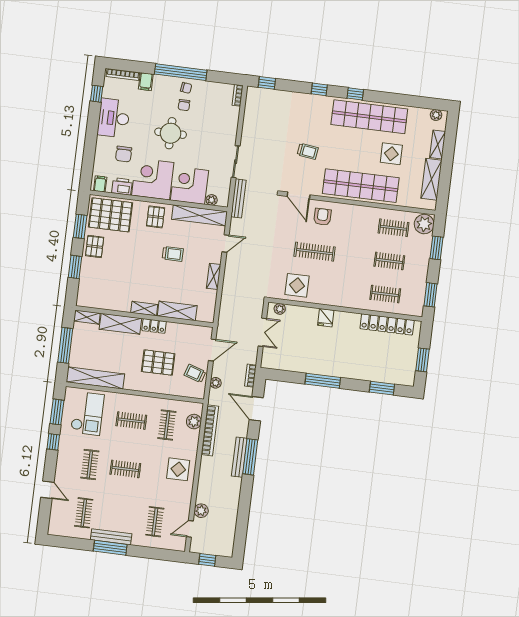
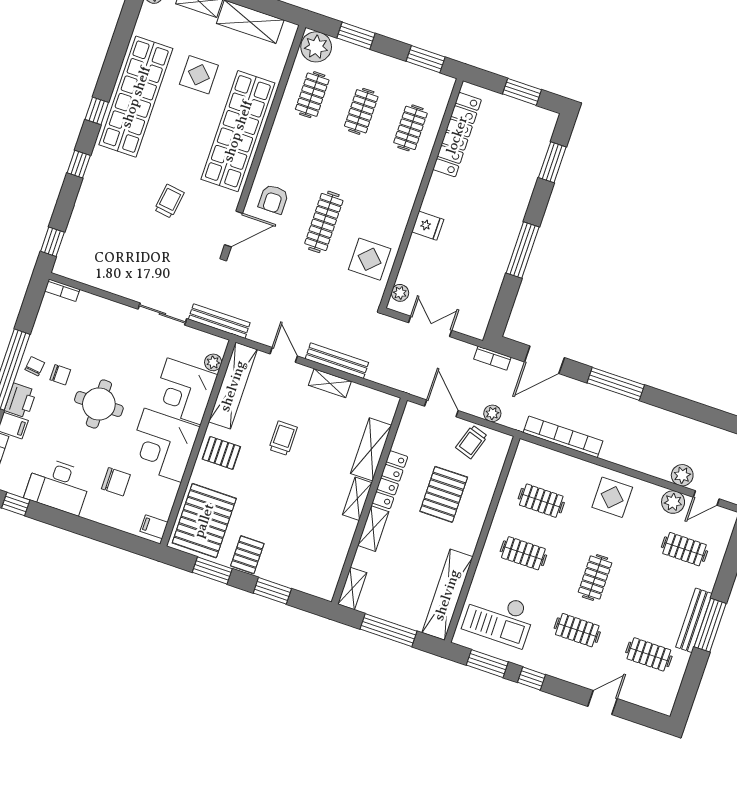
printer: (122, 186) -> (20, 400), moved, turned 180
armchair: (322, 217) -> (273, 199), turned -90
pallet: (95, 246) -> (247, 555), turned 90
shelving: (120, 324) -> (373, 529), width x0.67, depth x0.75
locker: (154, 326) -> (390, 480), width x1.53
checkout: (87, 413) -> (499, 618), turned 180
clothes rail: (131, 421) -> (523, 553), turned 90
plant: (194, 422) -> (673, 502), moved
bench: (239, 457) -> (337, 361), moved
door: (190, 529) -> (706, 498), hinge flipped

